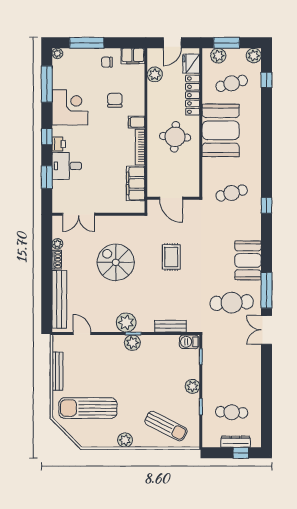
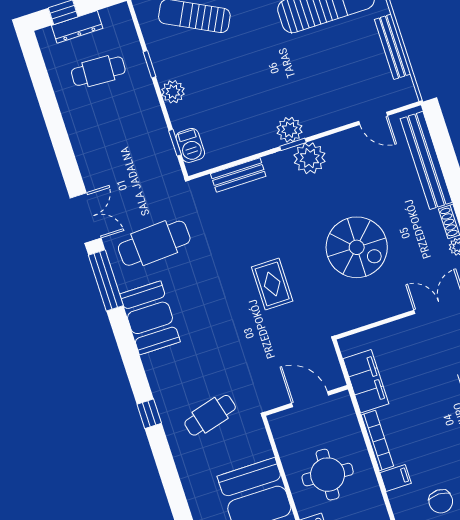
door: (171, 198) -> (310, 399), moved
wall: (173, 198) -> (306, 400), moved
barbecue: (189, 342) -> (190, 145), moved, turned 90

